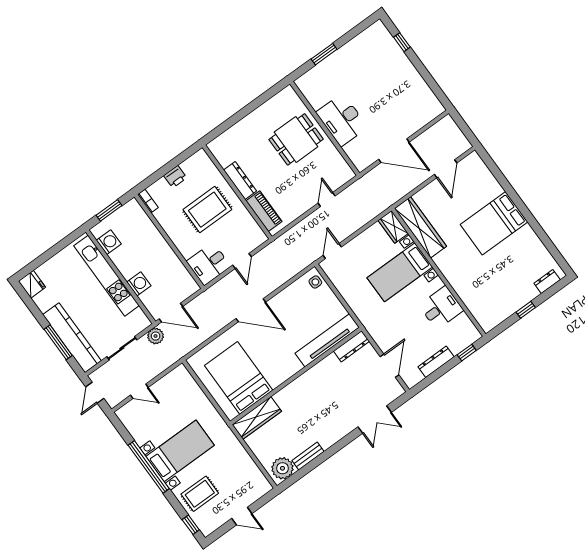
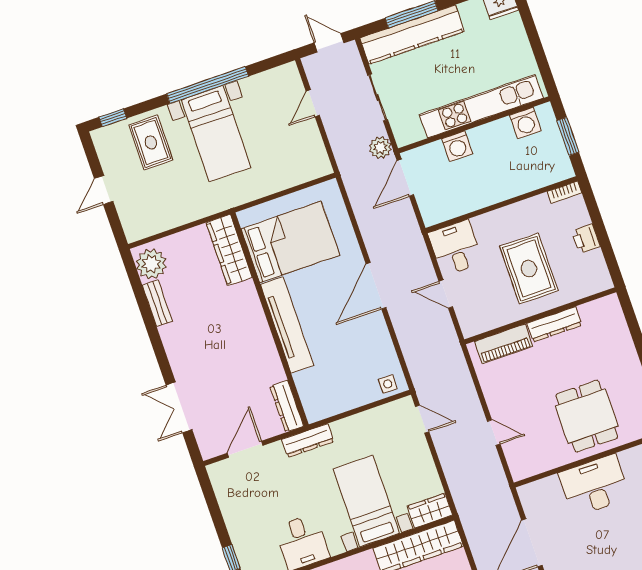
tv unit: (327, 340) -> (287, 325), moved
dresser: (436, 362) -> (308, 440), moved, turned 90
door: (389, 366) -> (245, 449), swing flipped

